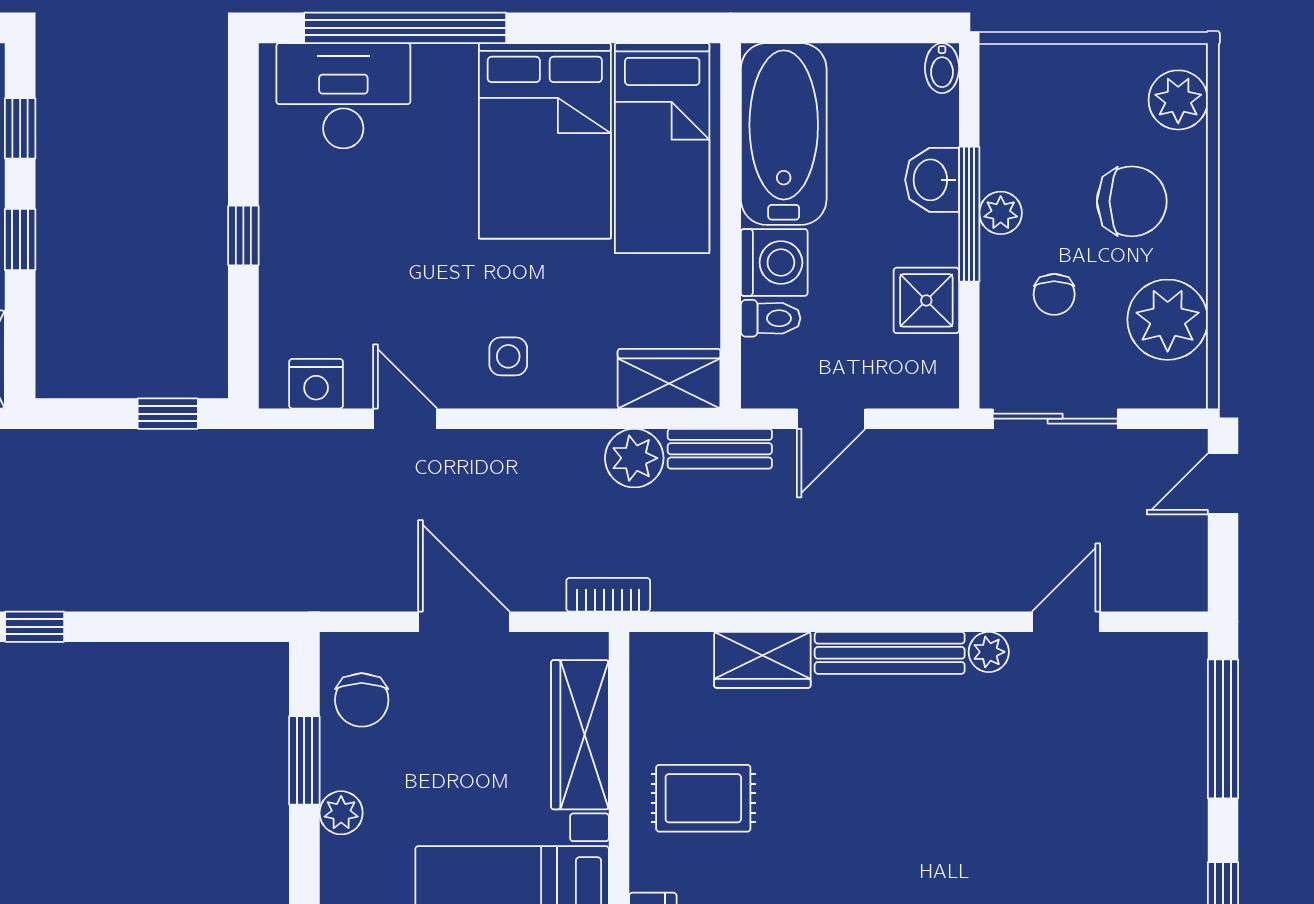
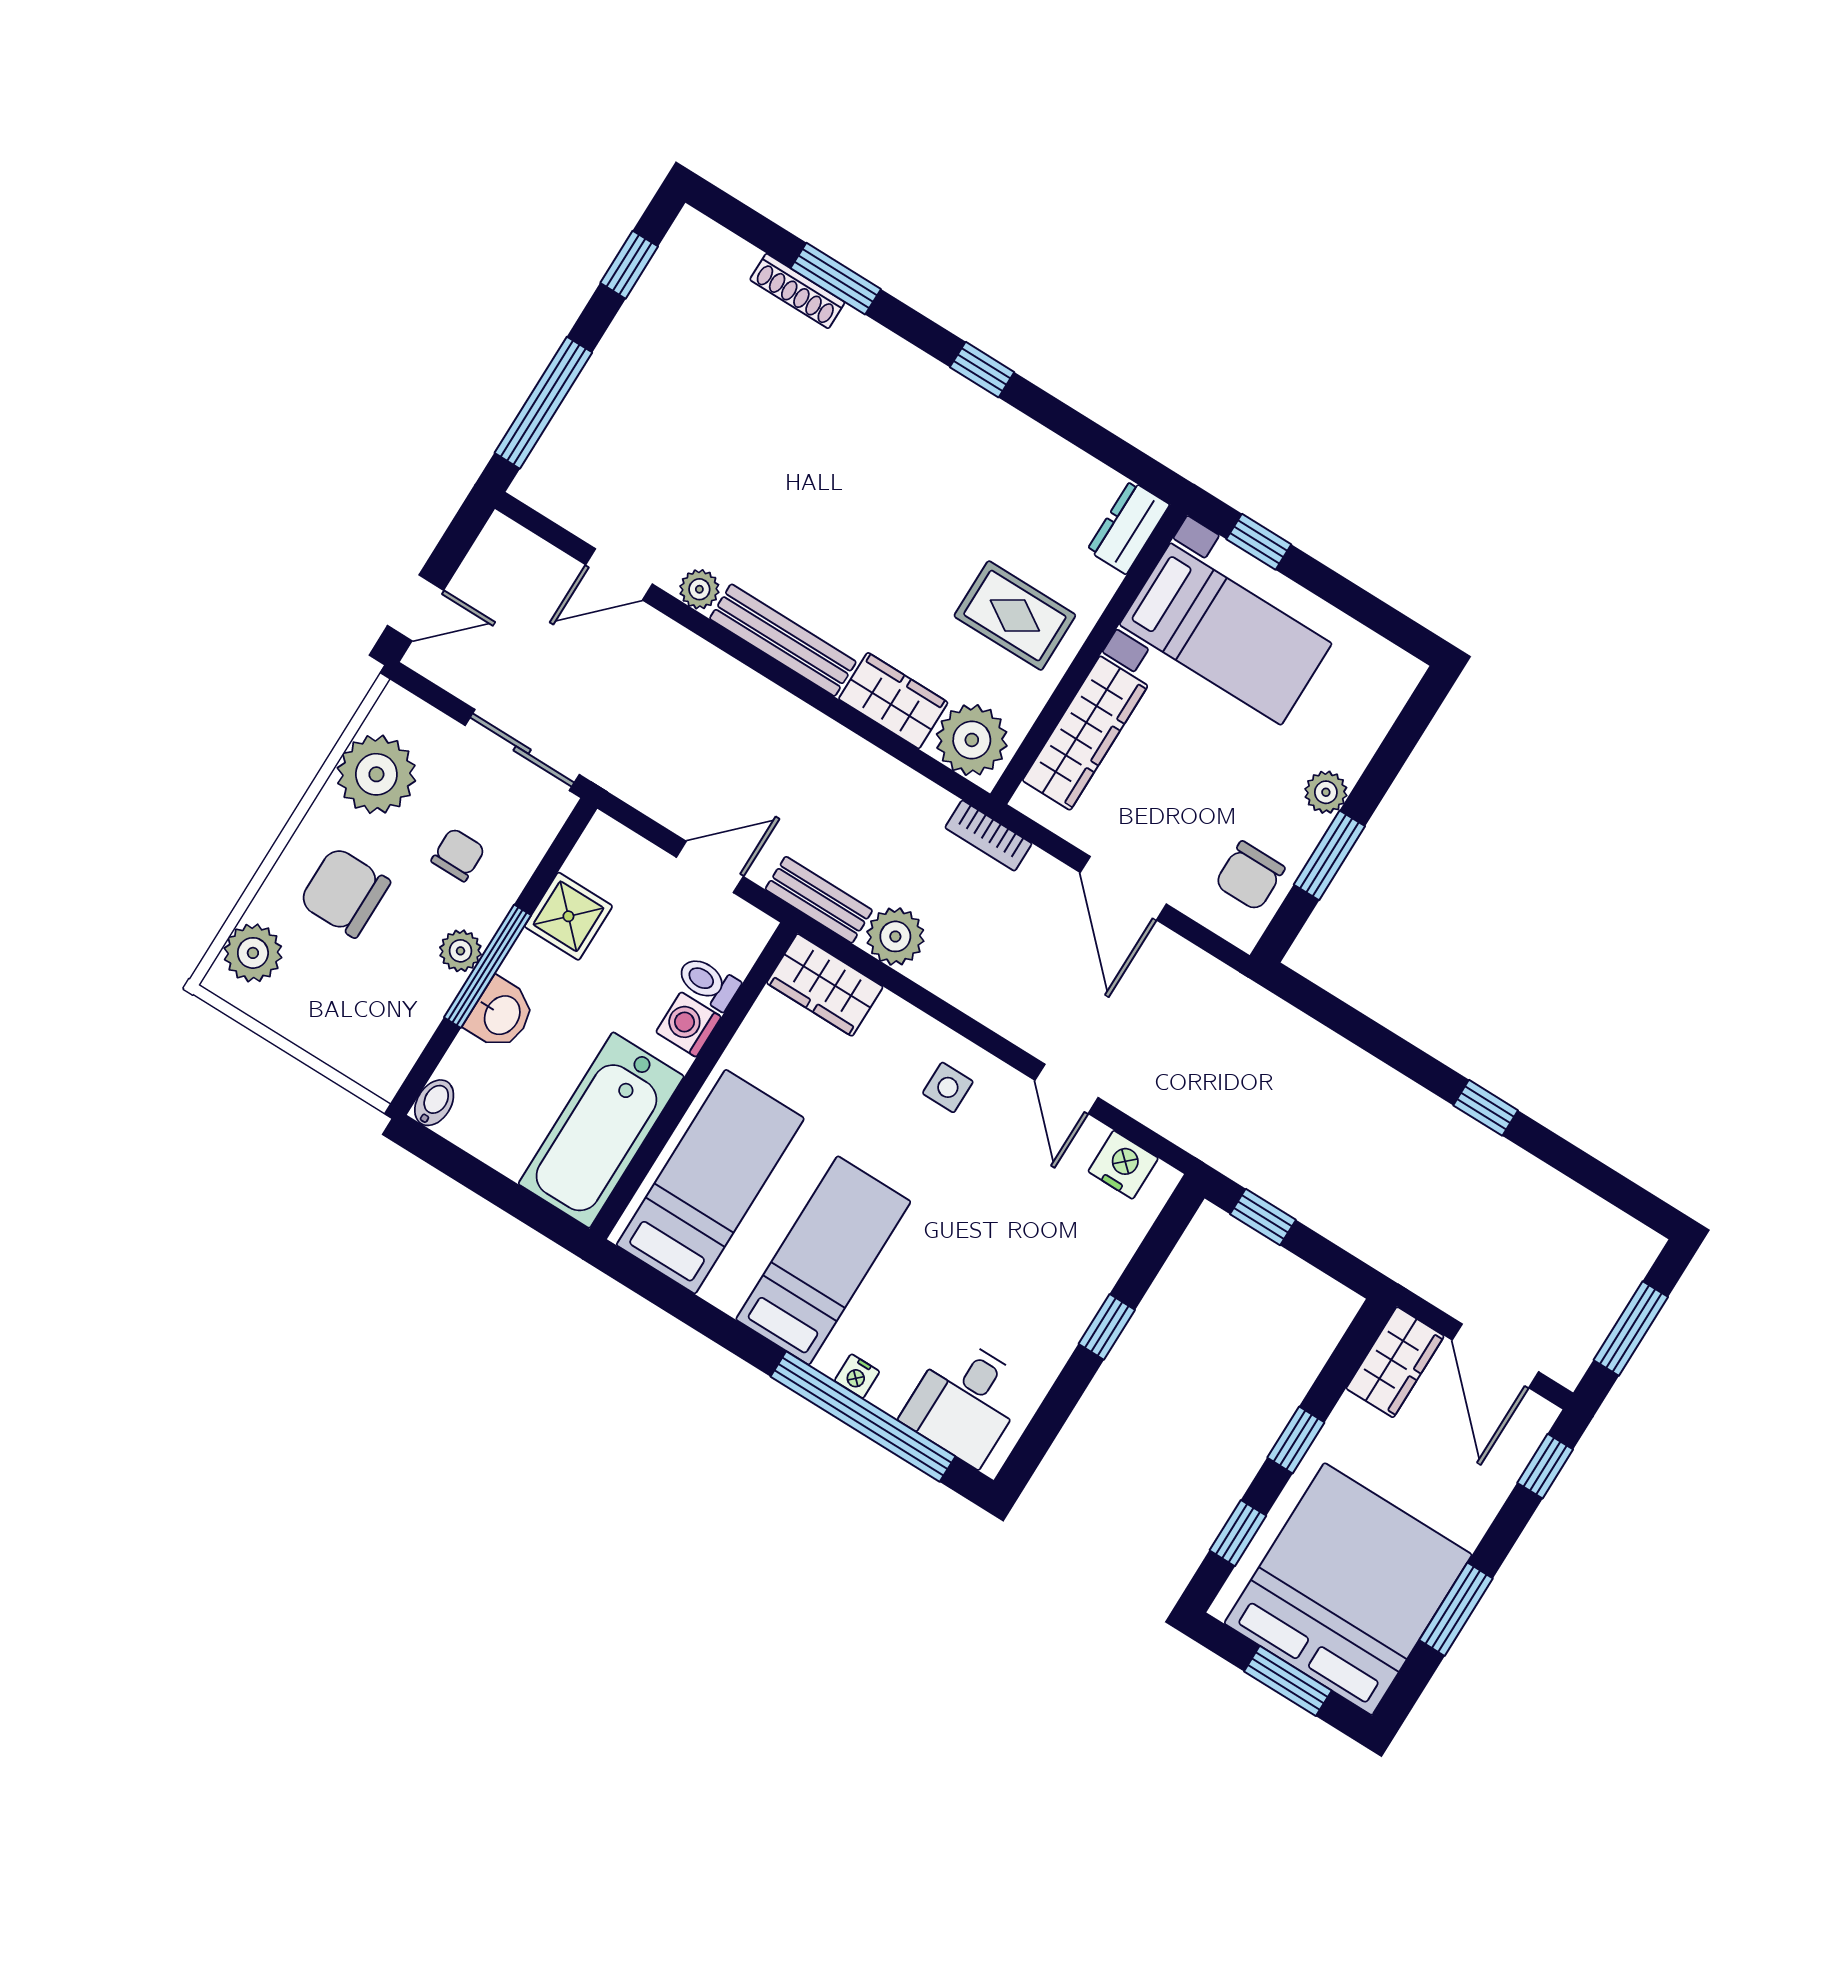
nightstand: (432, 59) -> (857, 1376), added
desk: (343, 96) -> (965, 1401), width x0.73
bed: (545, 141) -> (823, 1260), width x0.67
washing machine: (774, 262) -> (689, 1025), width x0.73, depth x0.73
plant: (674, 668) -> (972, 740), added
chair: (362, 700) -> (1250, 876), turned 180

